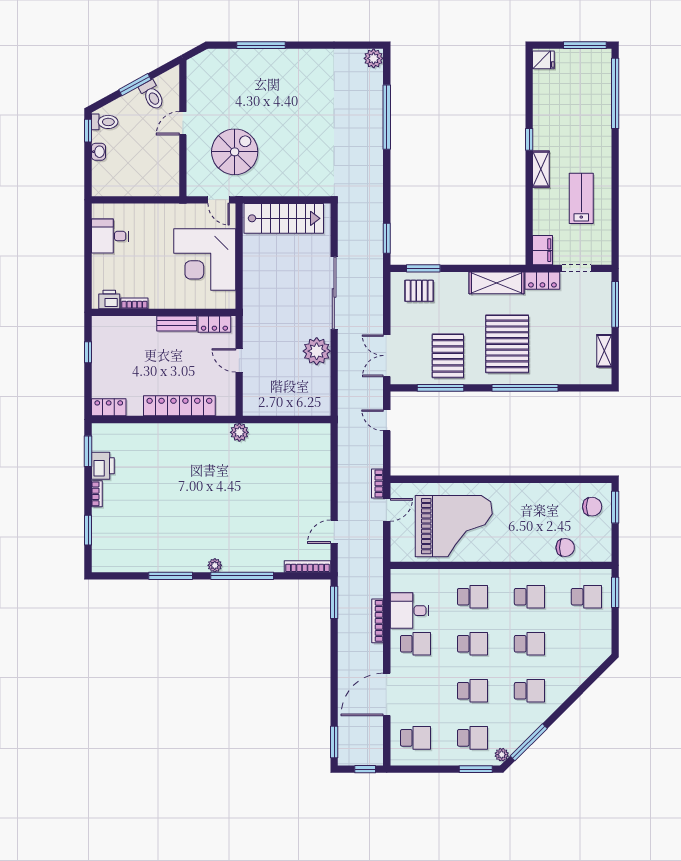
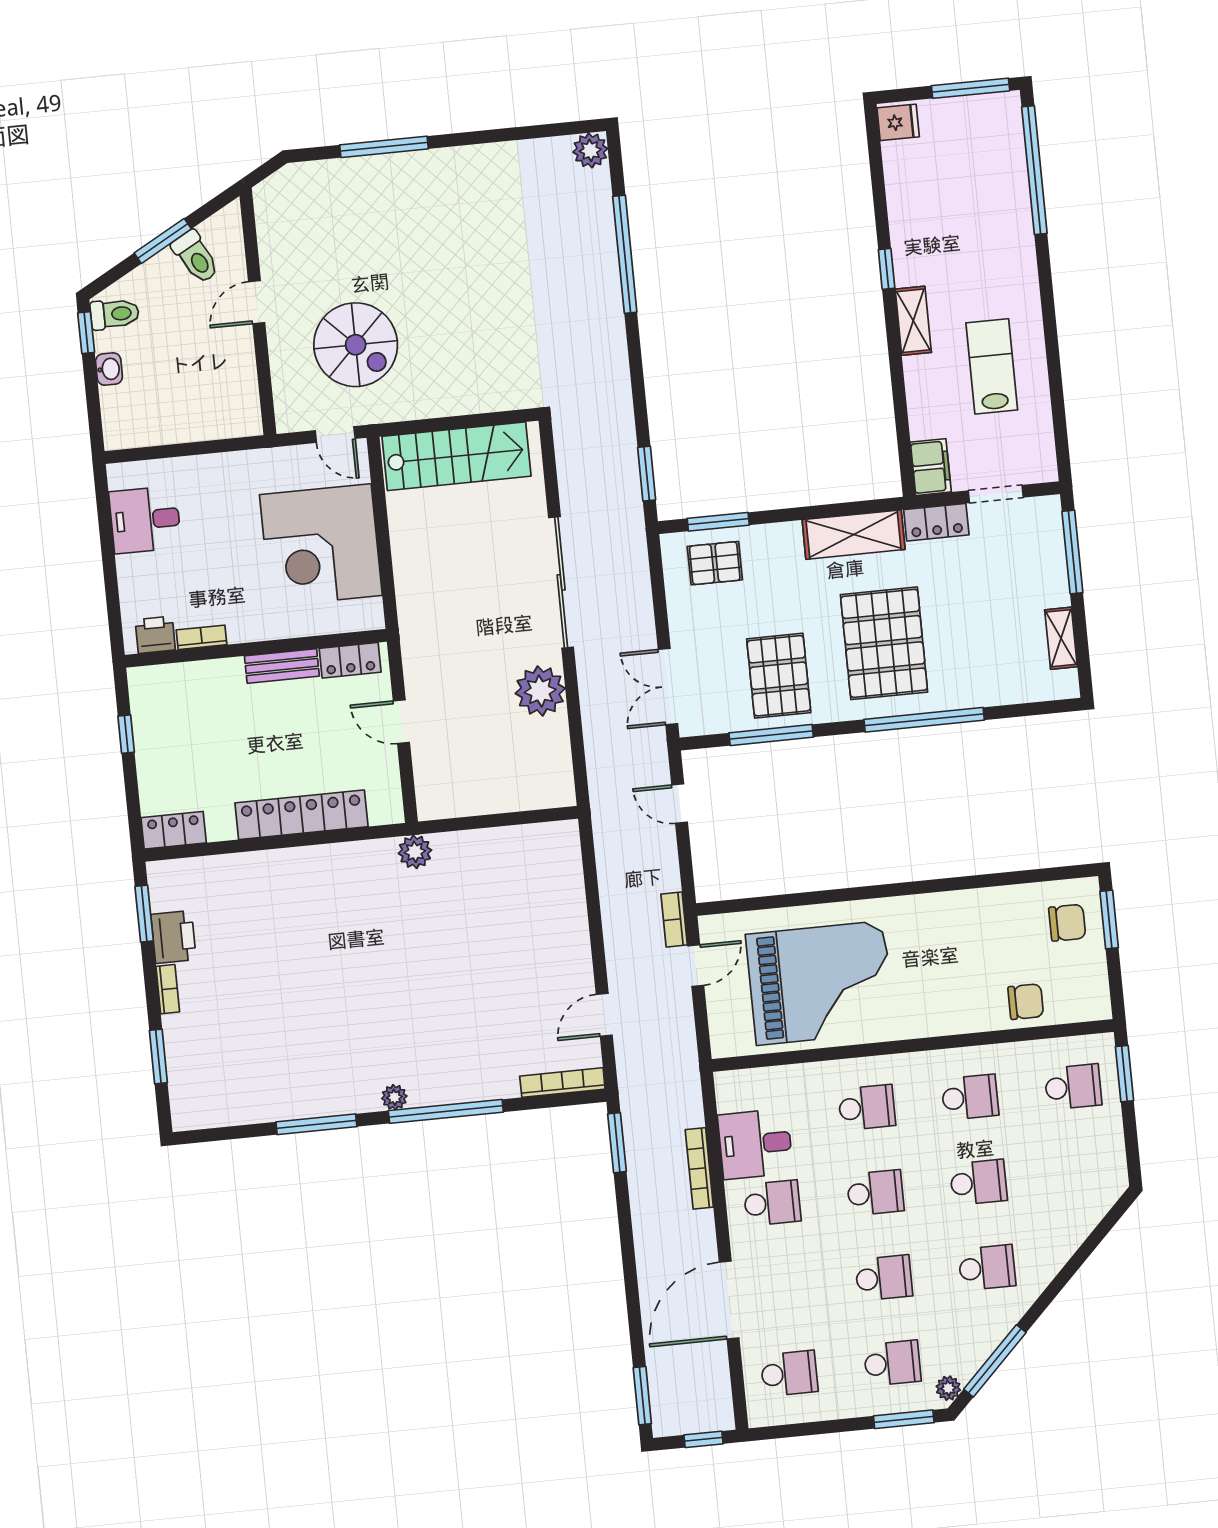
spiral stairs: (235, 152) -> (356, 345), turned 90

